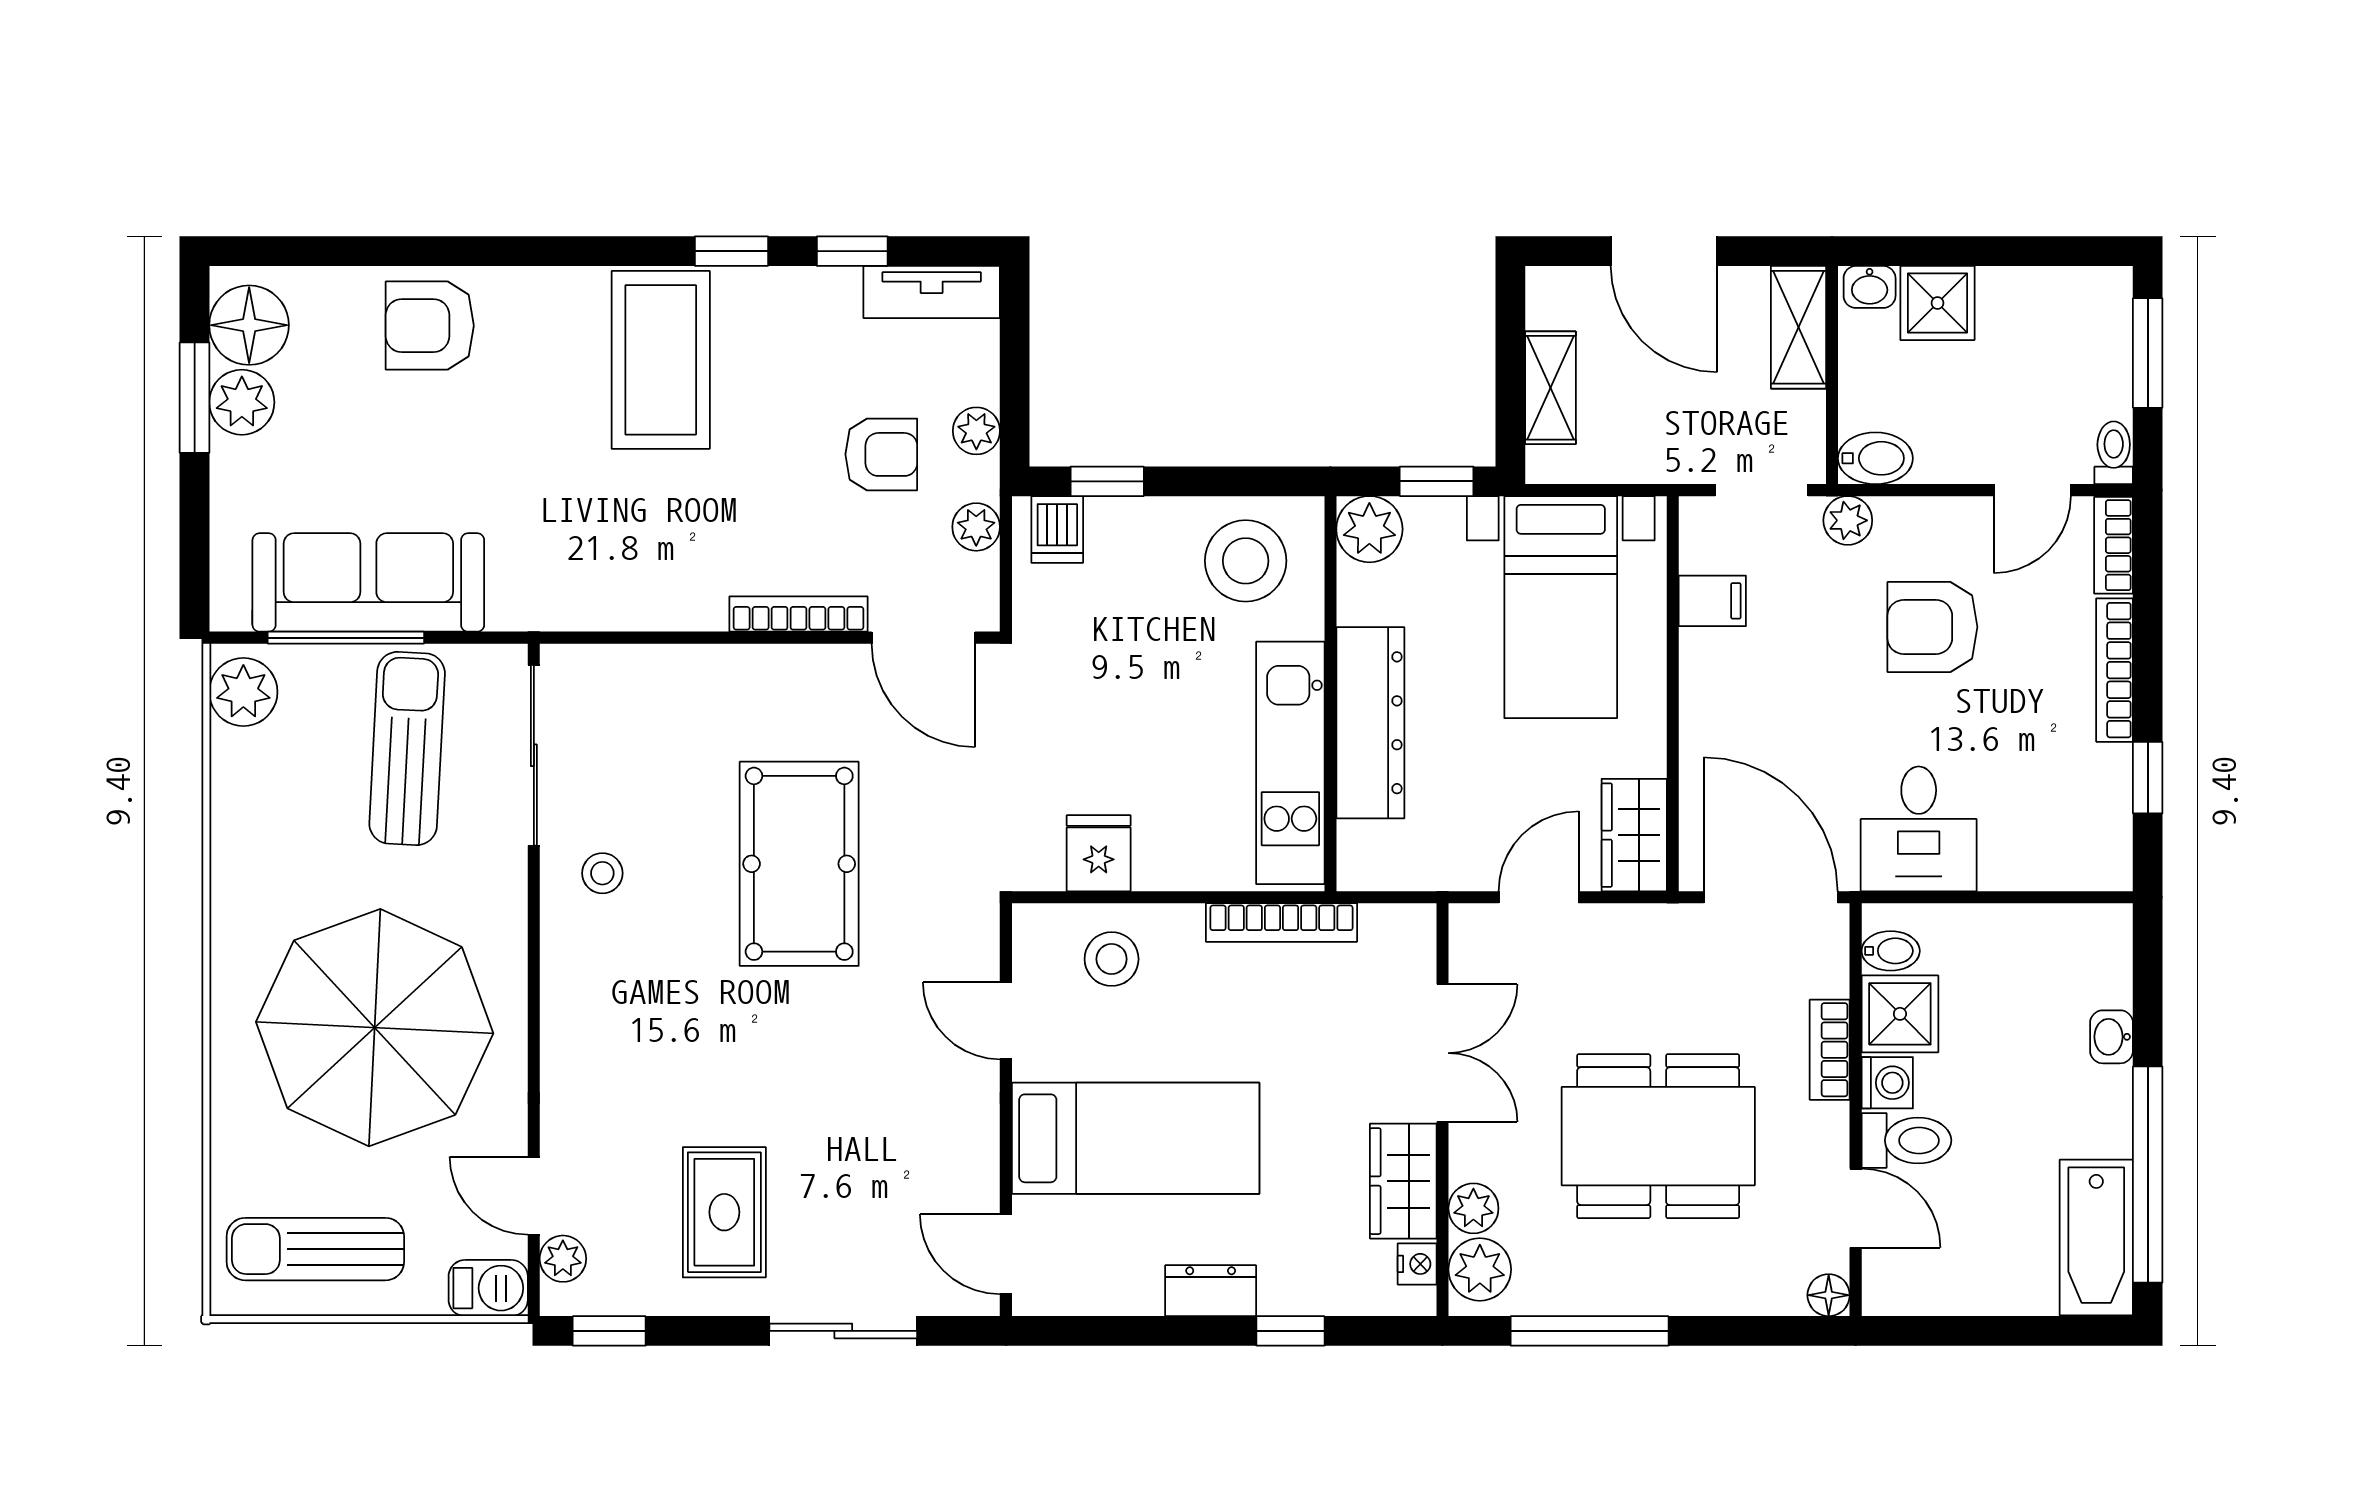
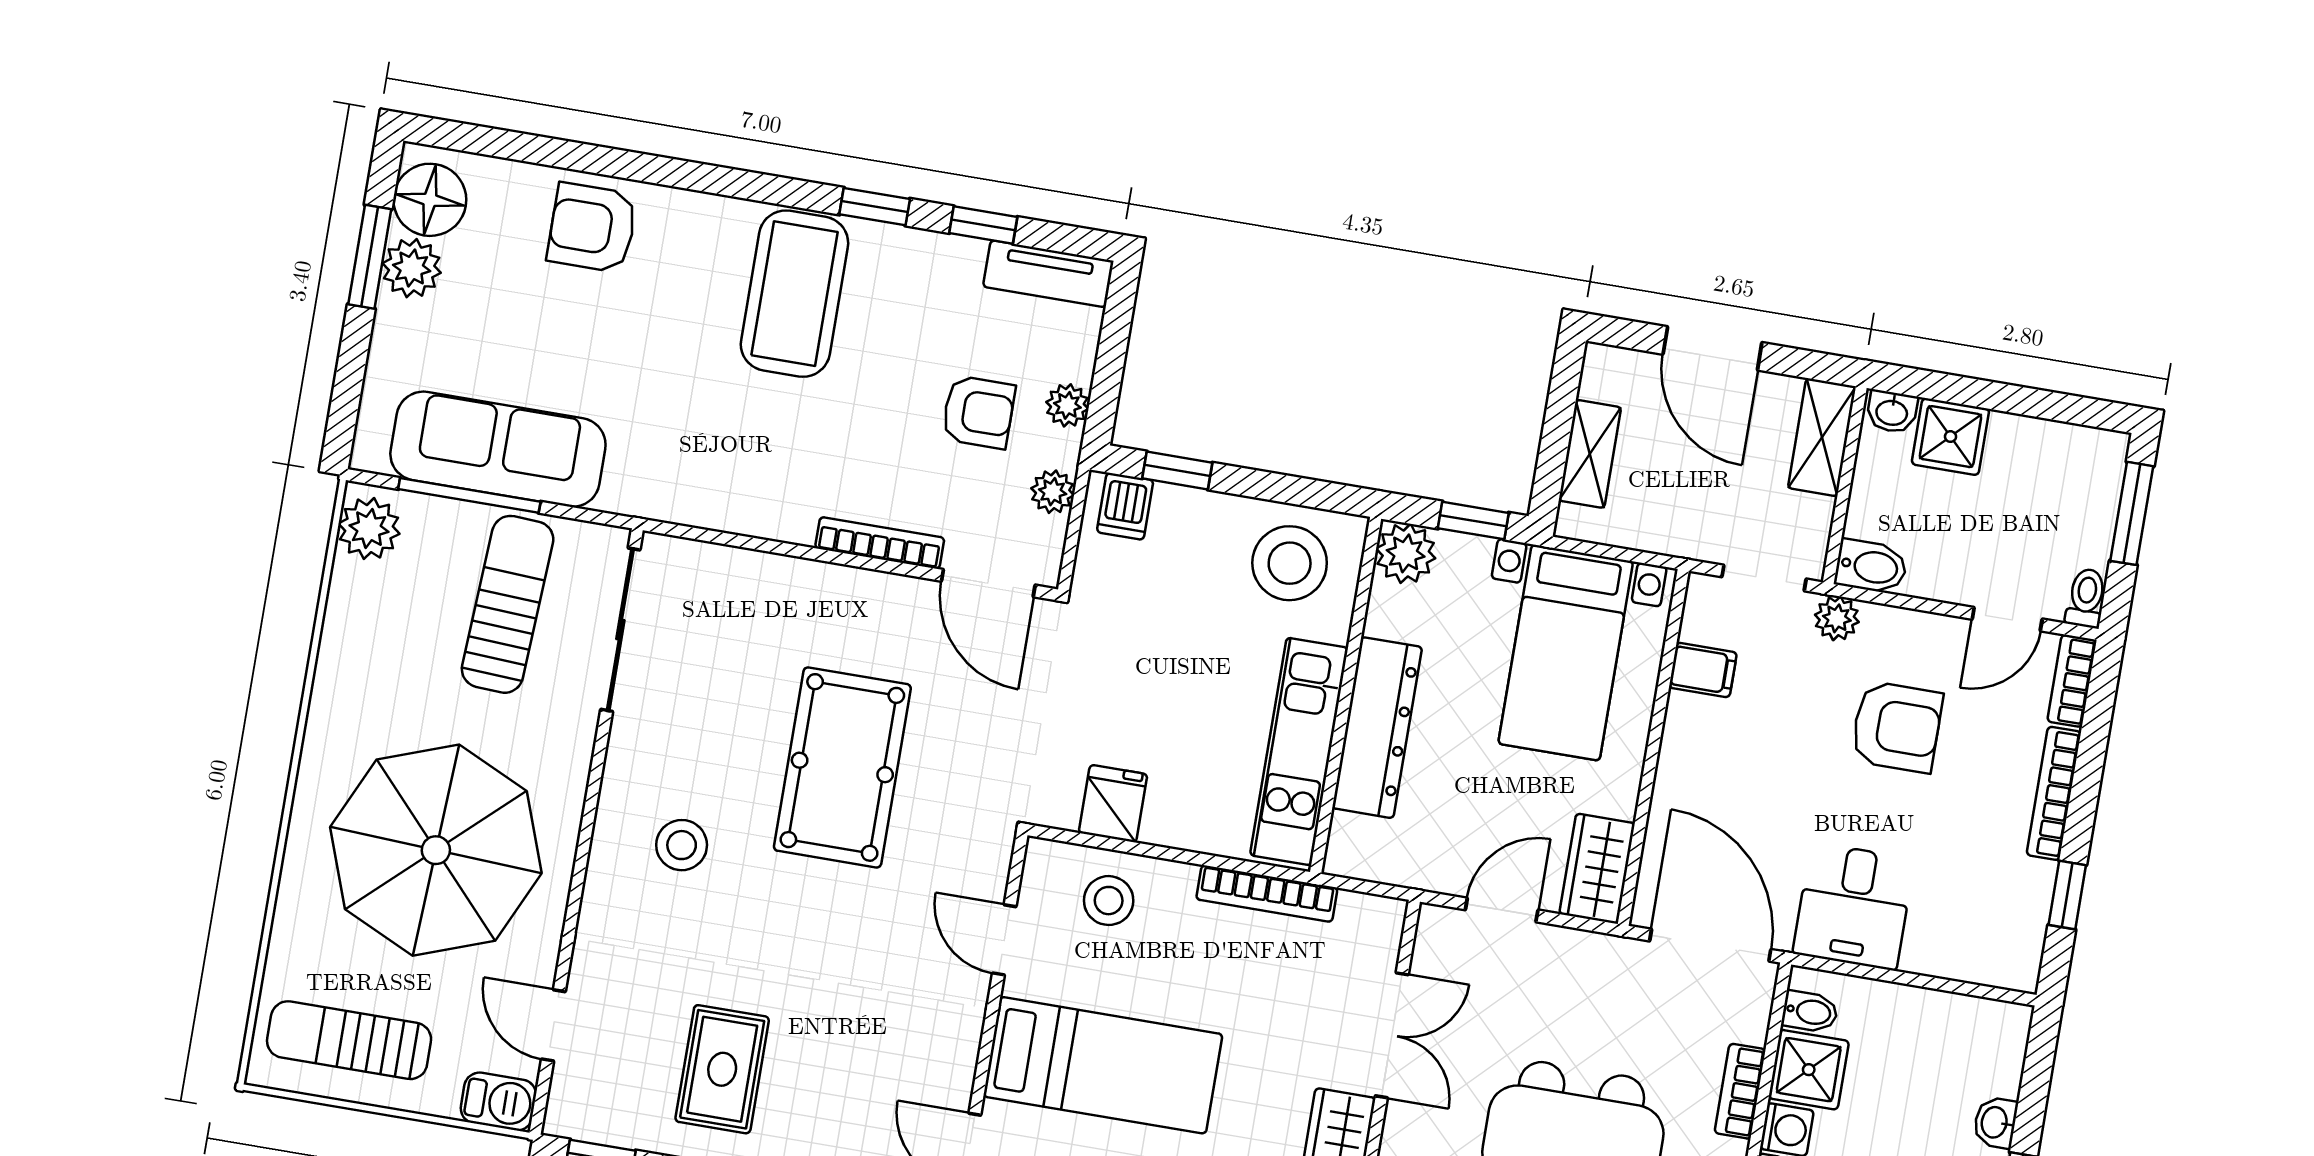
armchair: (1932, 627) -> (1897, 727), turned 180
stool: (602, 873) -> (682, 845), moved, width x1.37, depth x1.37
plant: (563, 1259) -> (570, 1086), removed

